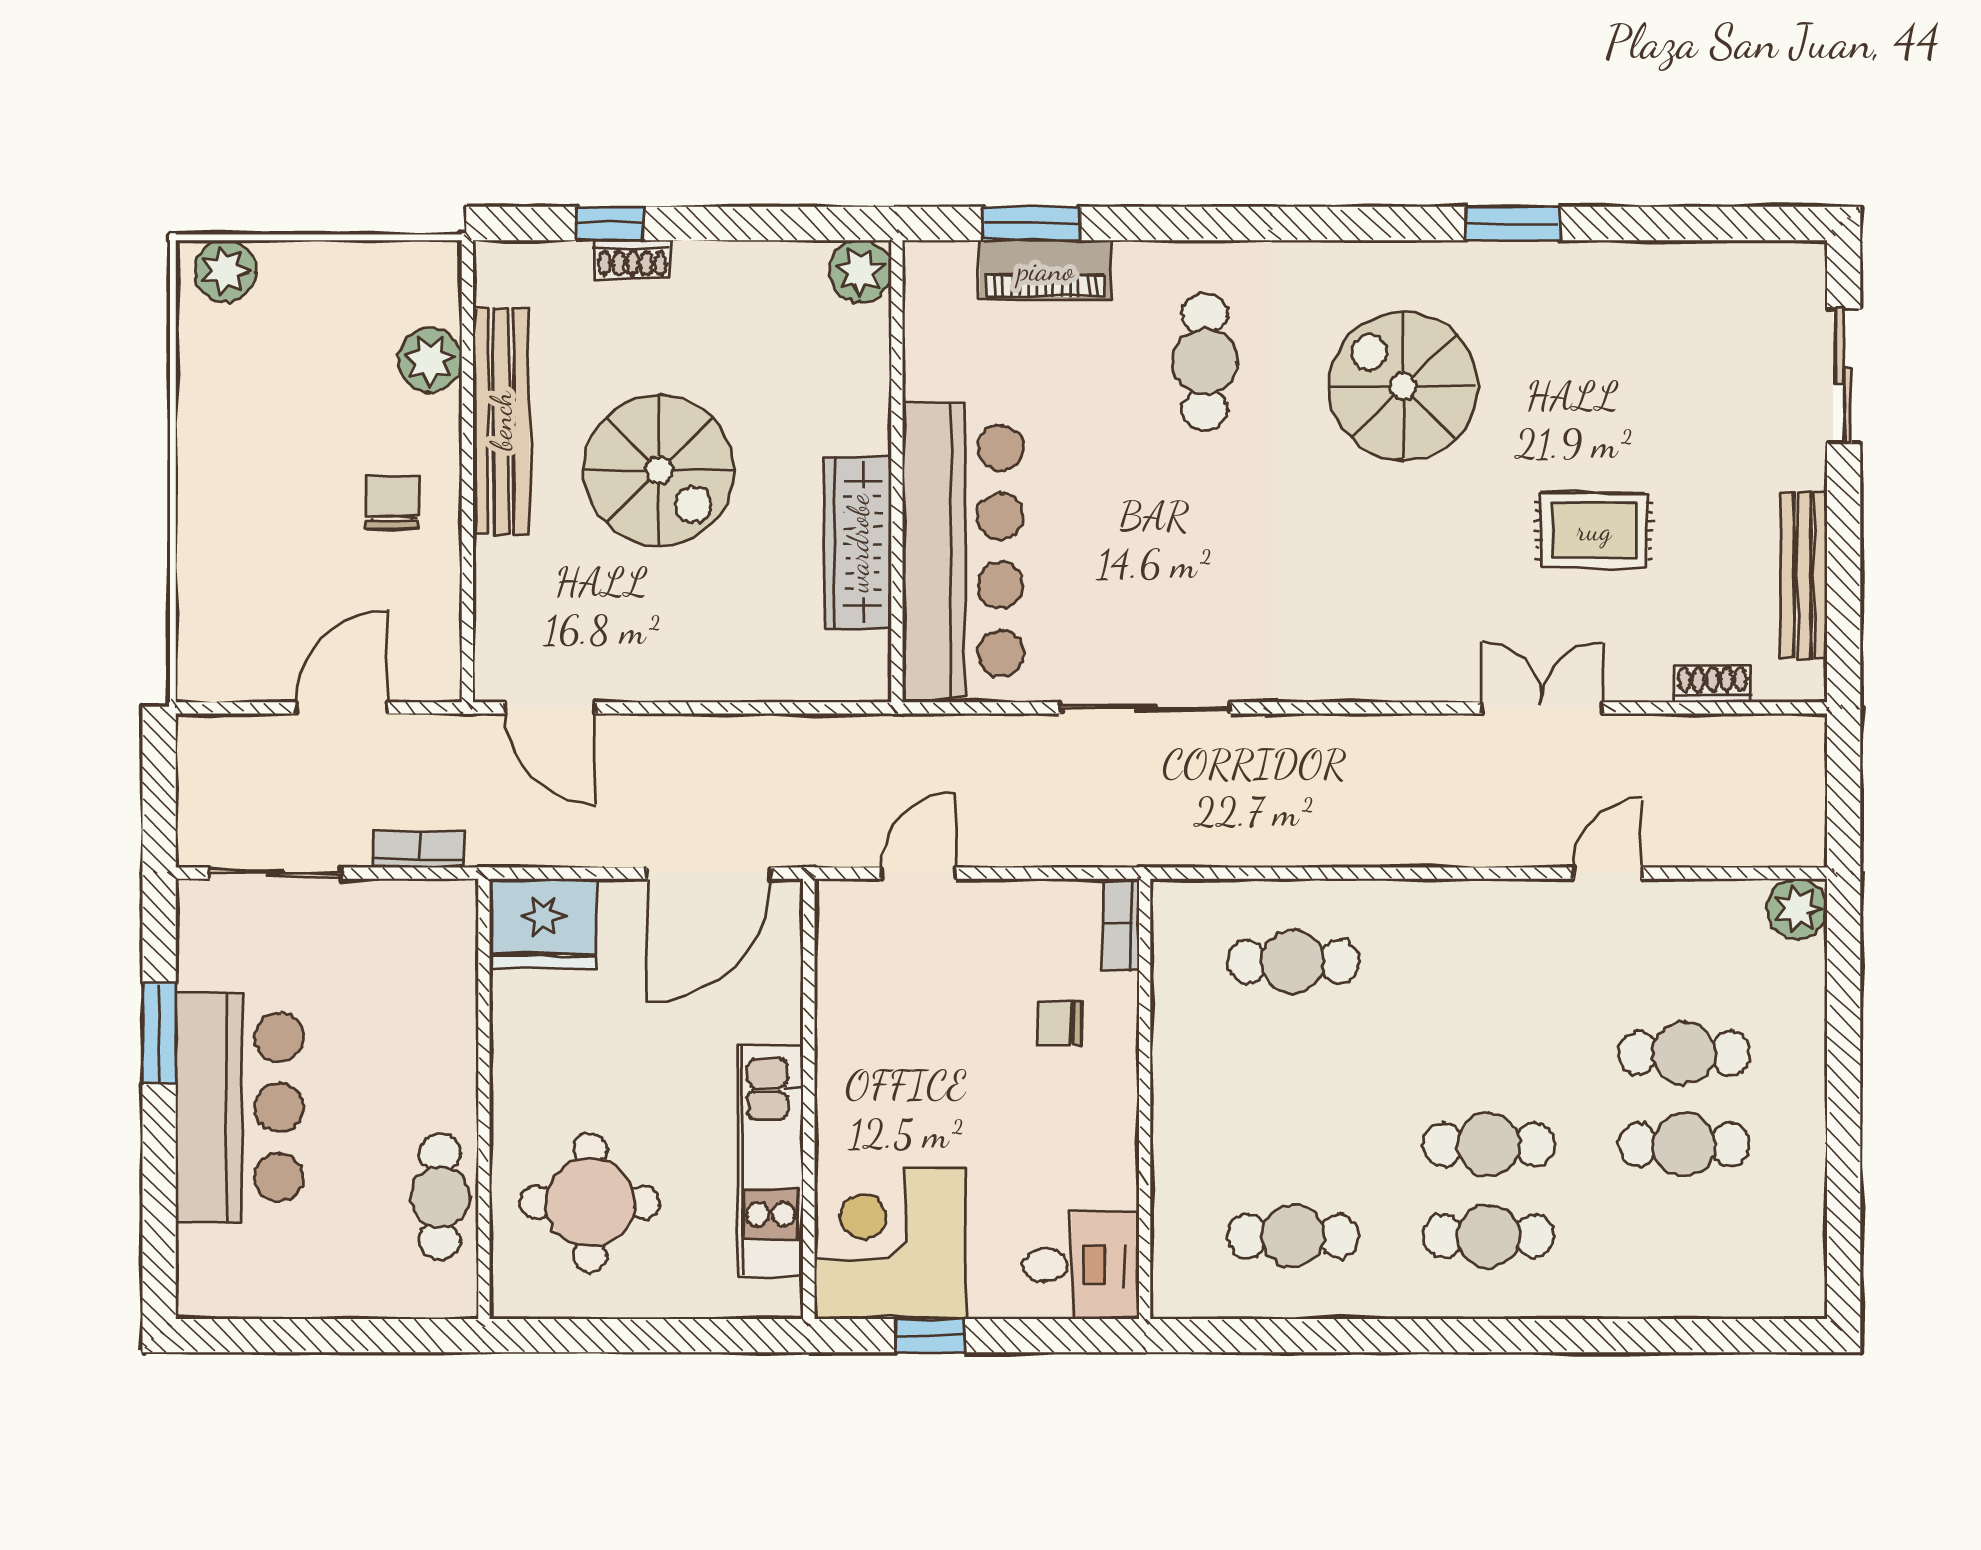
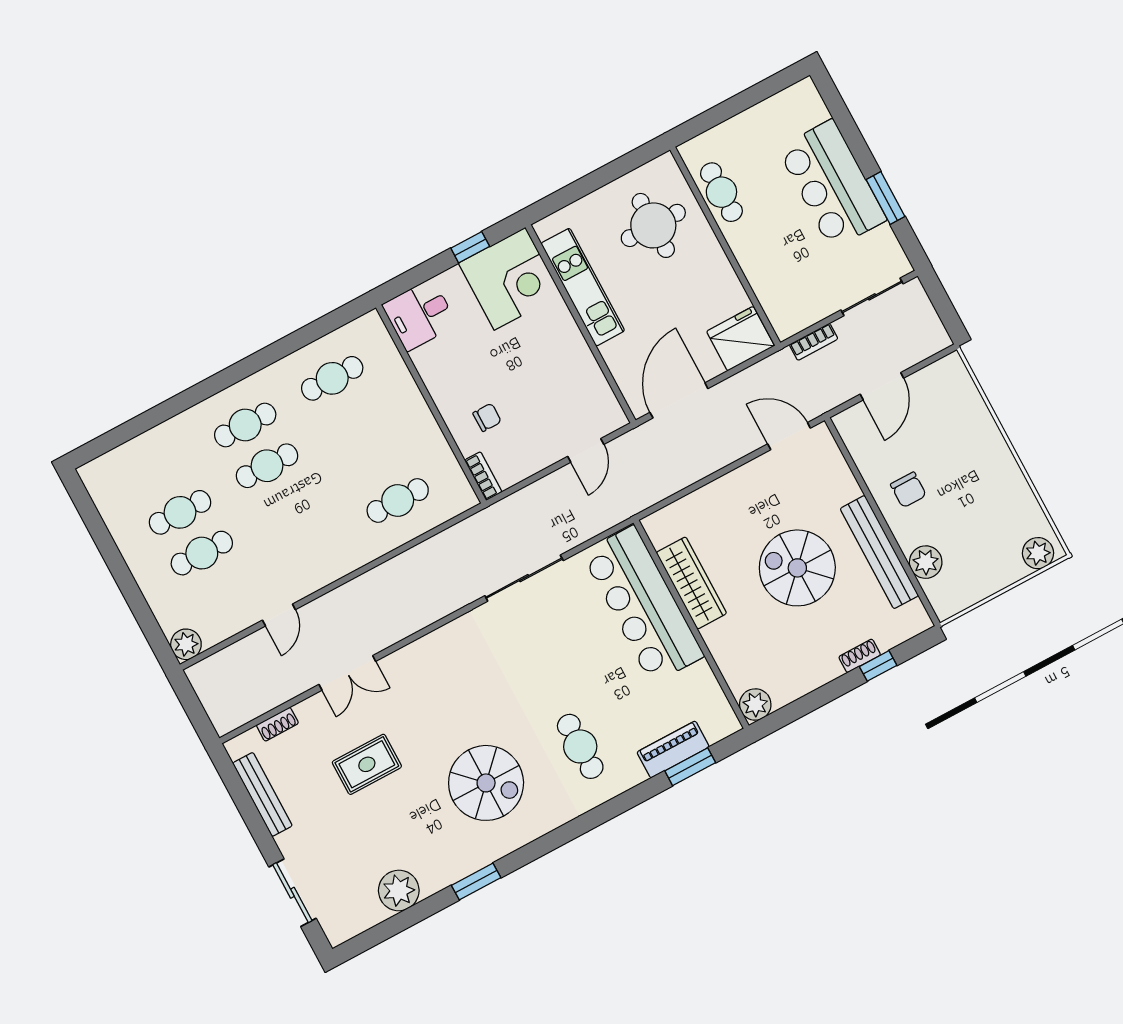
plant: (1656, 280) -> (399, 891), added

